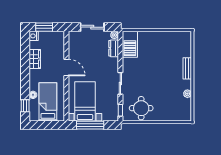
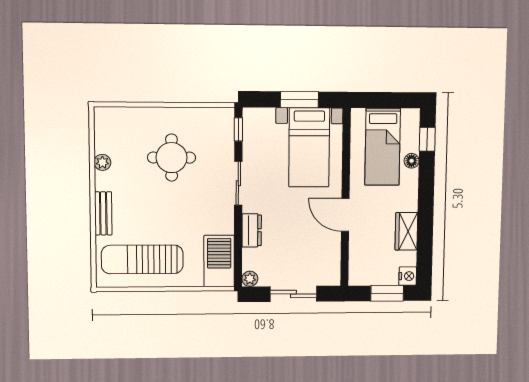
sun lounger: (168, 45) -> (142, 259), added
dresser: (114, 48) -> (252, 230), moved
round table: (141, 108) -> (172, 158), moved
window: (90, 125) -> (299, 100), width x0.69

